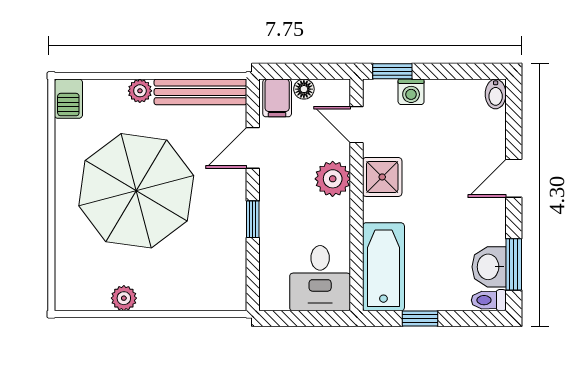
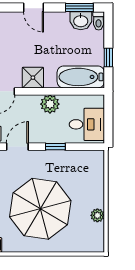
door: (253, 148) -> (17, 147), swing flipped
plant: (333, 179) -> (50, 104), moved
desk: (320, 278) -> (87, 124), moved

